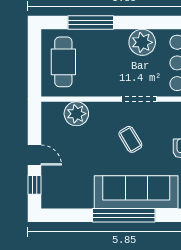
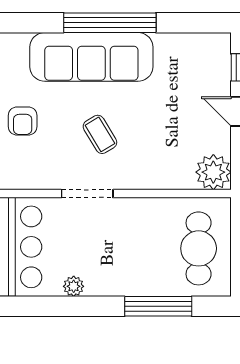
plant: (142, 42) -> (74, 286), width x0.53, depth x0.53
plant: (76, 114) -> (213, 172), moved

